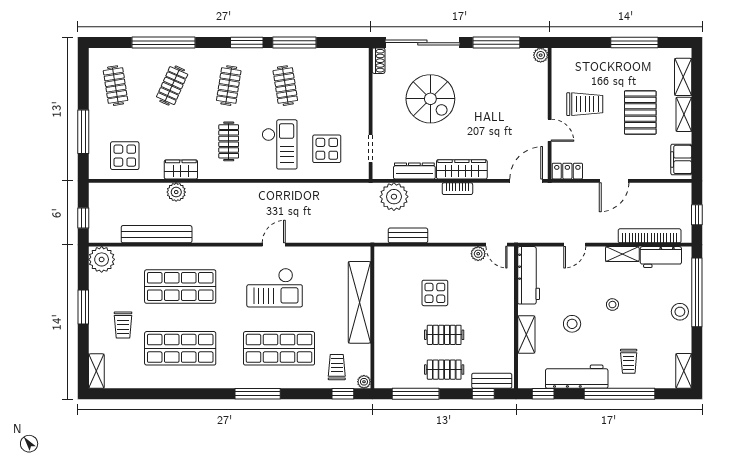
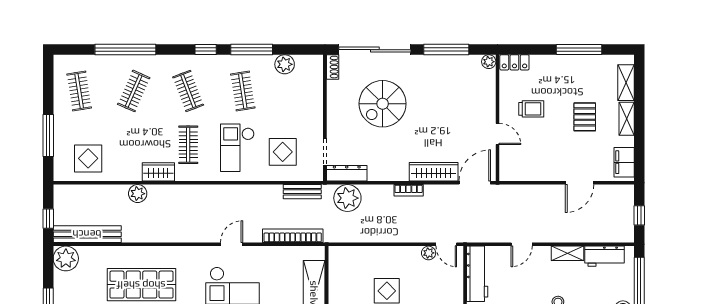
window: (247, 43) -> (206, 50), width x0.67
plant: (329, 58) -> (285, 64), added
clothes rail: (229, 86) -> (188, 91), turned -30
spiral stairs: (430, 99) -> (383, 104), turned 90
trolley: (585, 104) -> (531, 109), width x0.73, depth x0.72
pallet: (640, 113) -> (585, 117), width x0.67, depth x0.71
checkout: (280, 144) -> (237, 148), turned 180
wardrobe: (181, 169) -> (158, 172), moved
wardrobe: (462, 169) -> (434, 172), moved
dresser: (414, 171) -> (347, 173), moved
locker: (567, 171) -> (514, 62), moved, turned 180
door: (614, 181) -> (580, 183), moved
bench: (157, 234) -> (87, 234), moved
bench: (408, 235) -> (302, 192), moved
bookcase: (650, 236) -> (293, 236), moved

